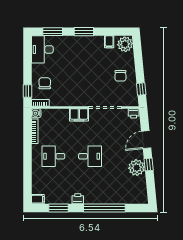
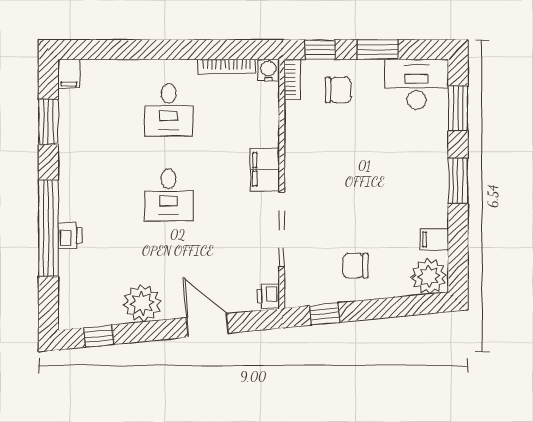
window: (27, 66) -> (378, 50), added
desk: (53, 156) -> (169, 110), turned 180
window: (149, 165) -> (99, 336), moved
printer: (78, 199) -> (70, 236), moved

